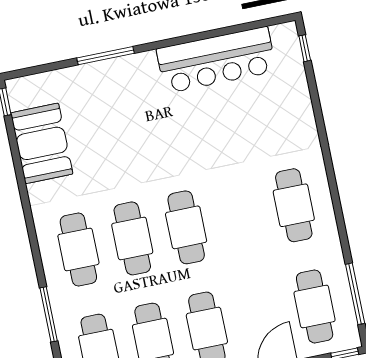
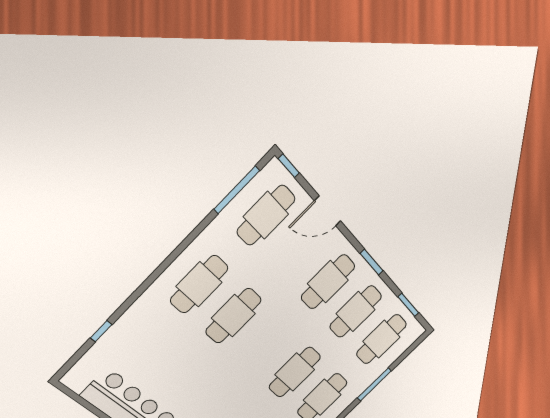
window: (305, 48) -> (101, 331), moved
cafe table: (186, 227) -> (233, 316), moved

